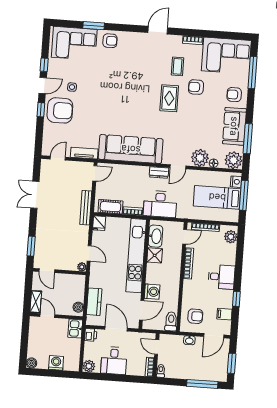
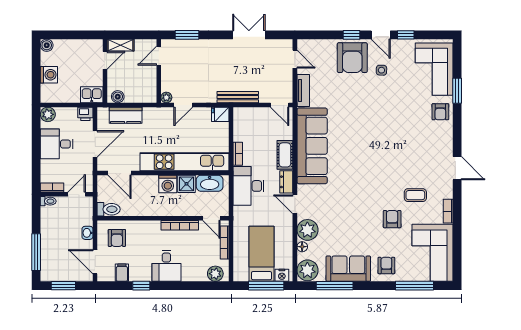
rug: (169, 98) -> (376, 188), removed
cot: (110, 207) -> (285, 155), moved
washing machine: (152, 292) -> (168, 184), moved

